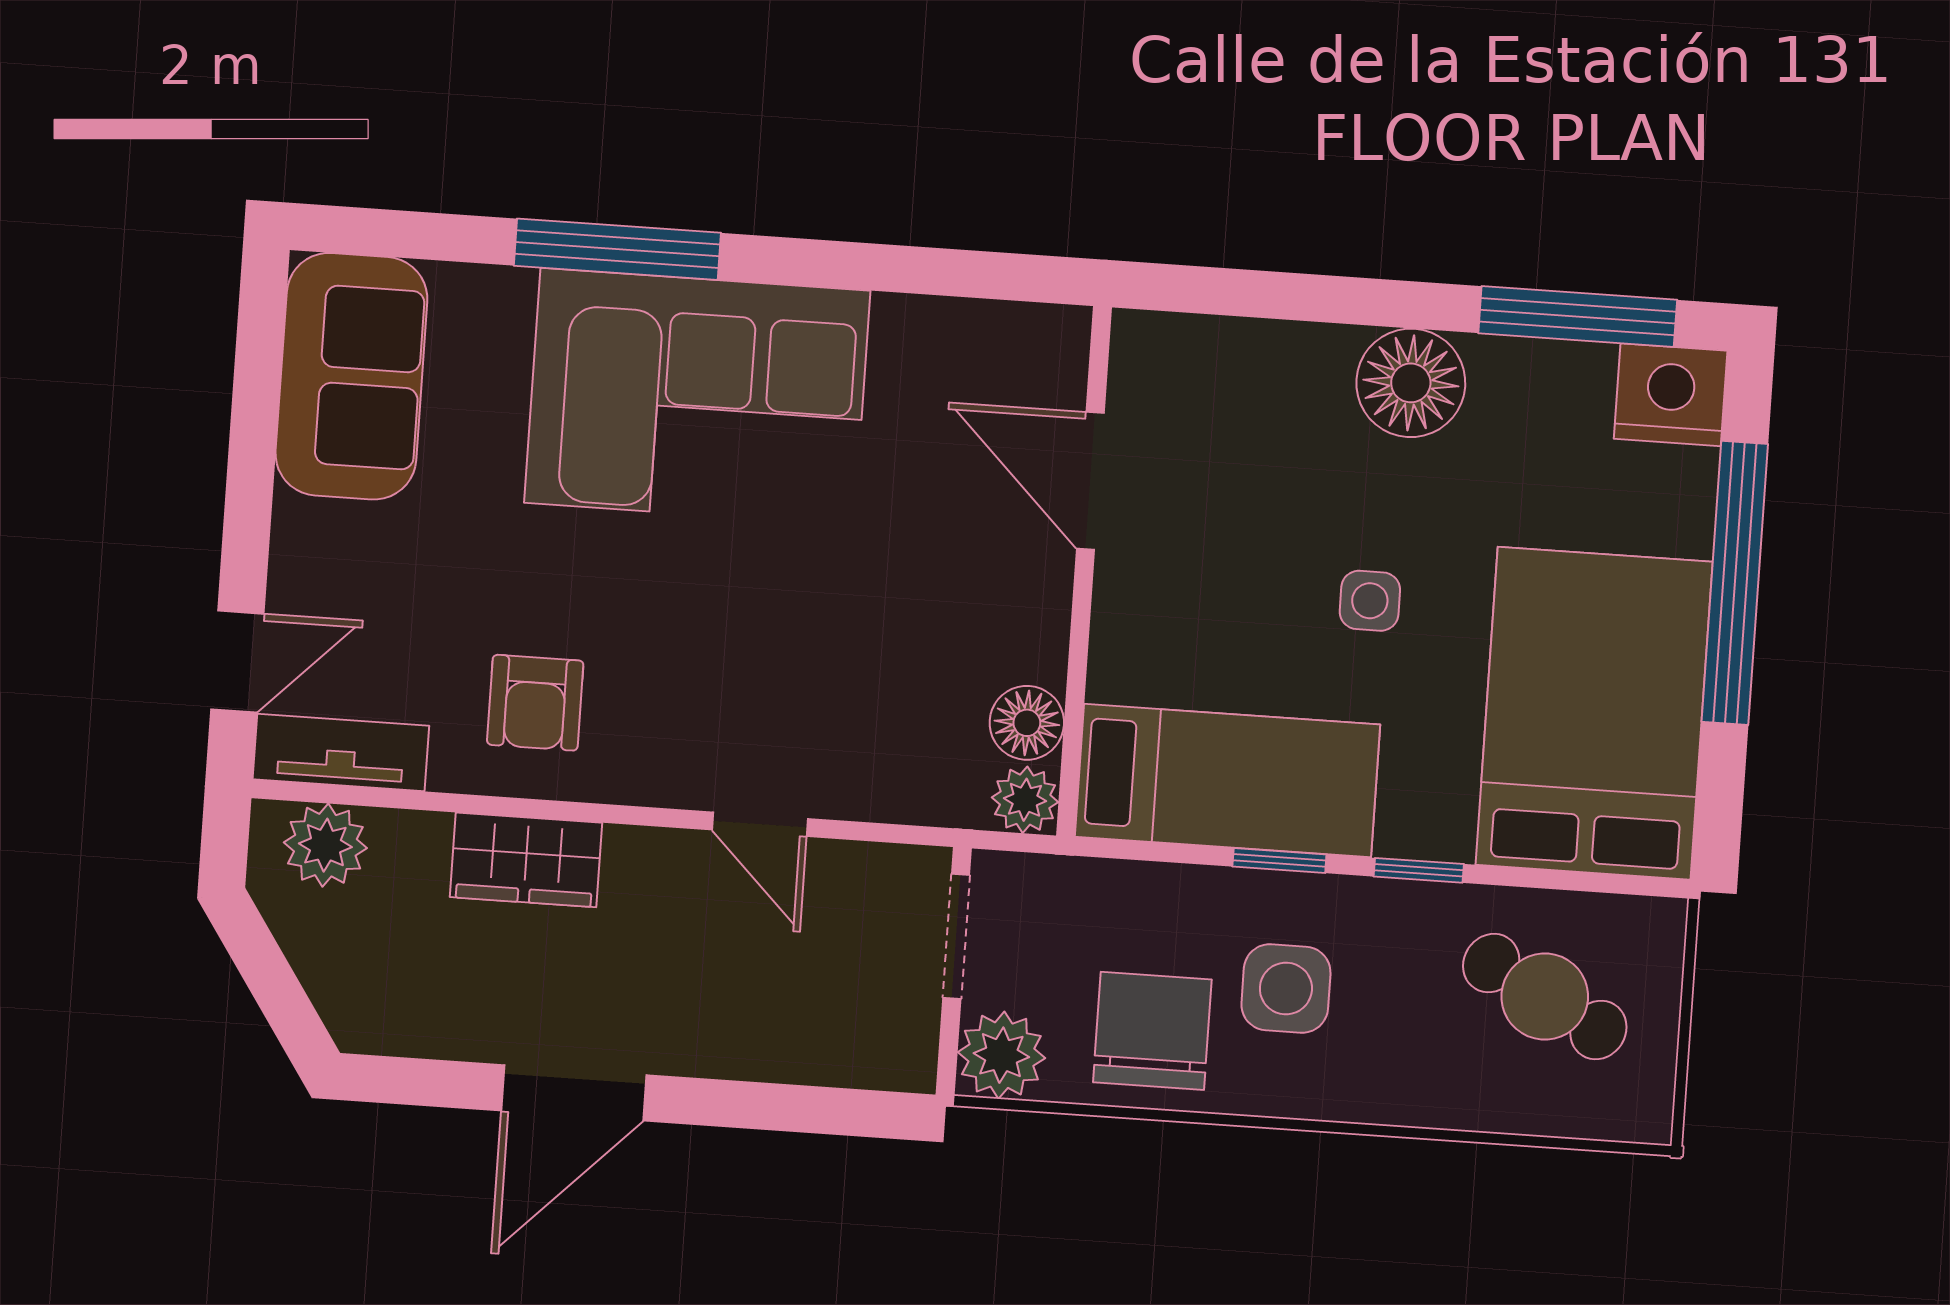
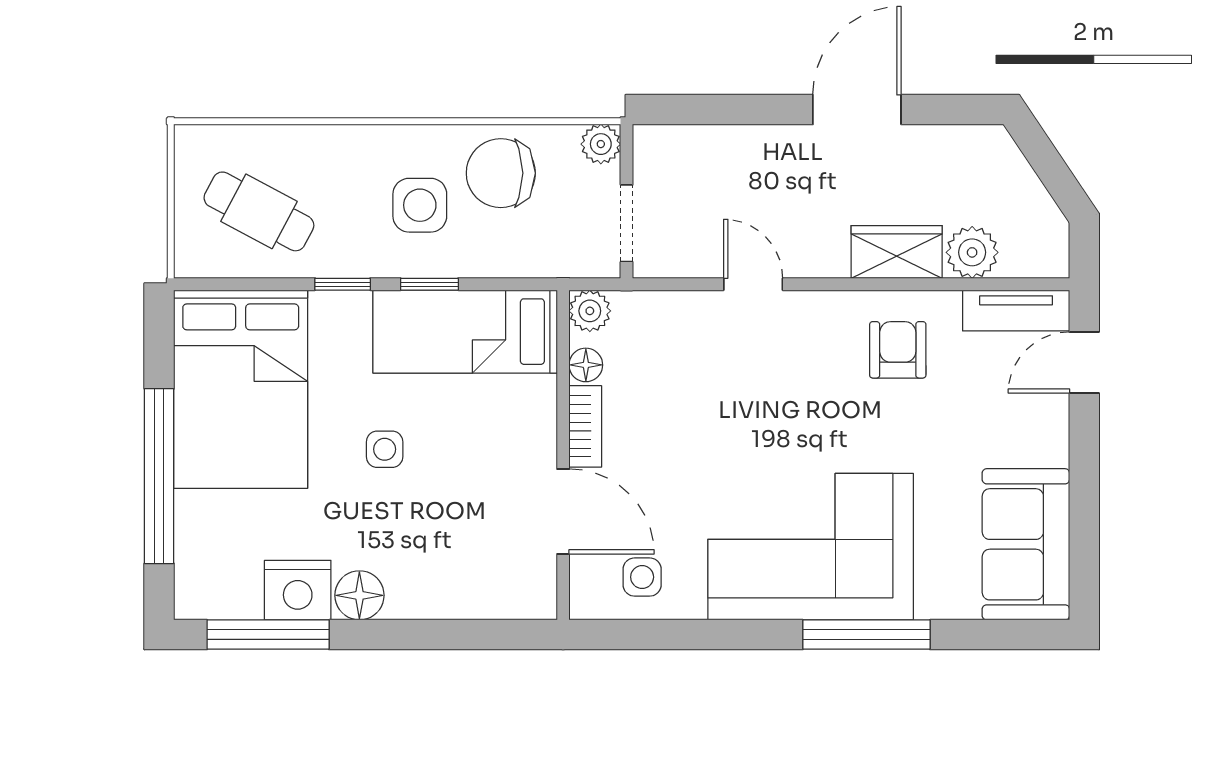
side table: (971, 367) -> (642, 577), added
floor lamp: (1411, 383) -> (359, 595), width x0.73, depth x0.73
nightstand: (1671, 395) -> (298, 590), moved
bookcase: (1045, 615) -> (585, 426), added
floor lamp: (1027, 723) -> (586, 365), width x0.73, depth x0.73
plant: (325, 845) -> (972, 252), moved
chair: (1152, 1031) -> (501, 173), turned 90
plant: (1001, 1055) -> (601, 144), width x0.73, depth x0.73

